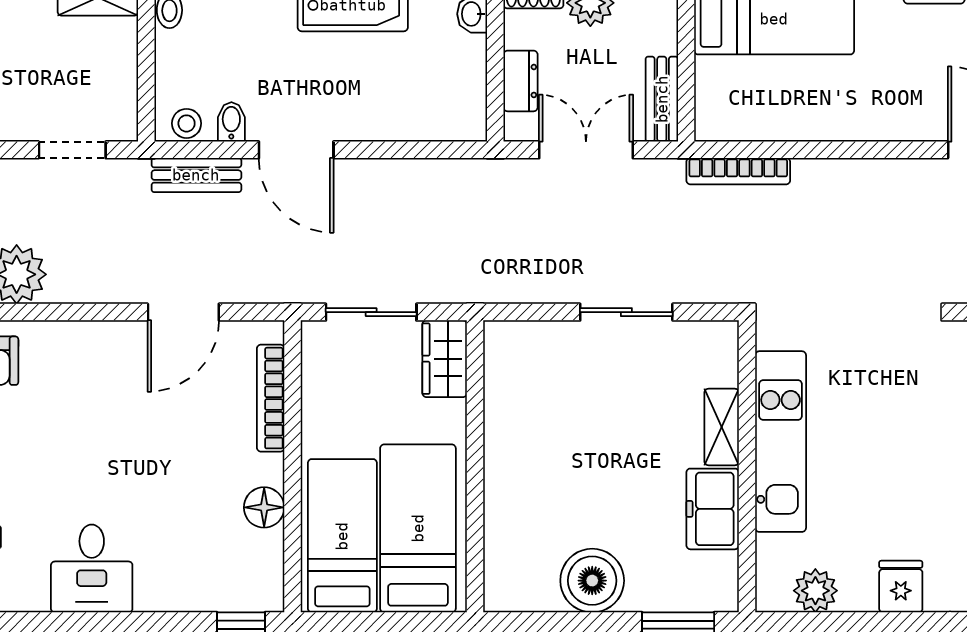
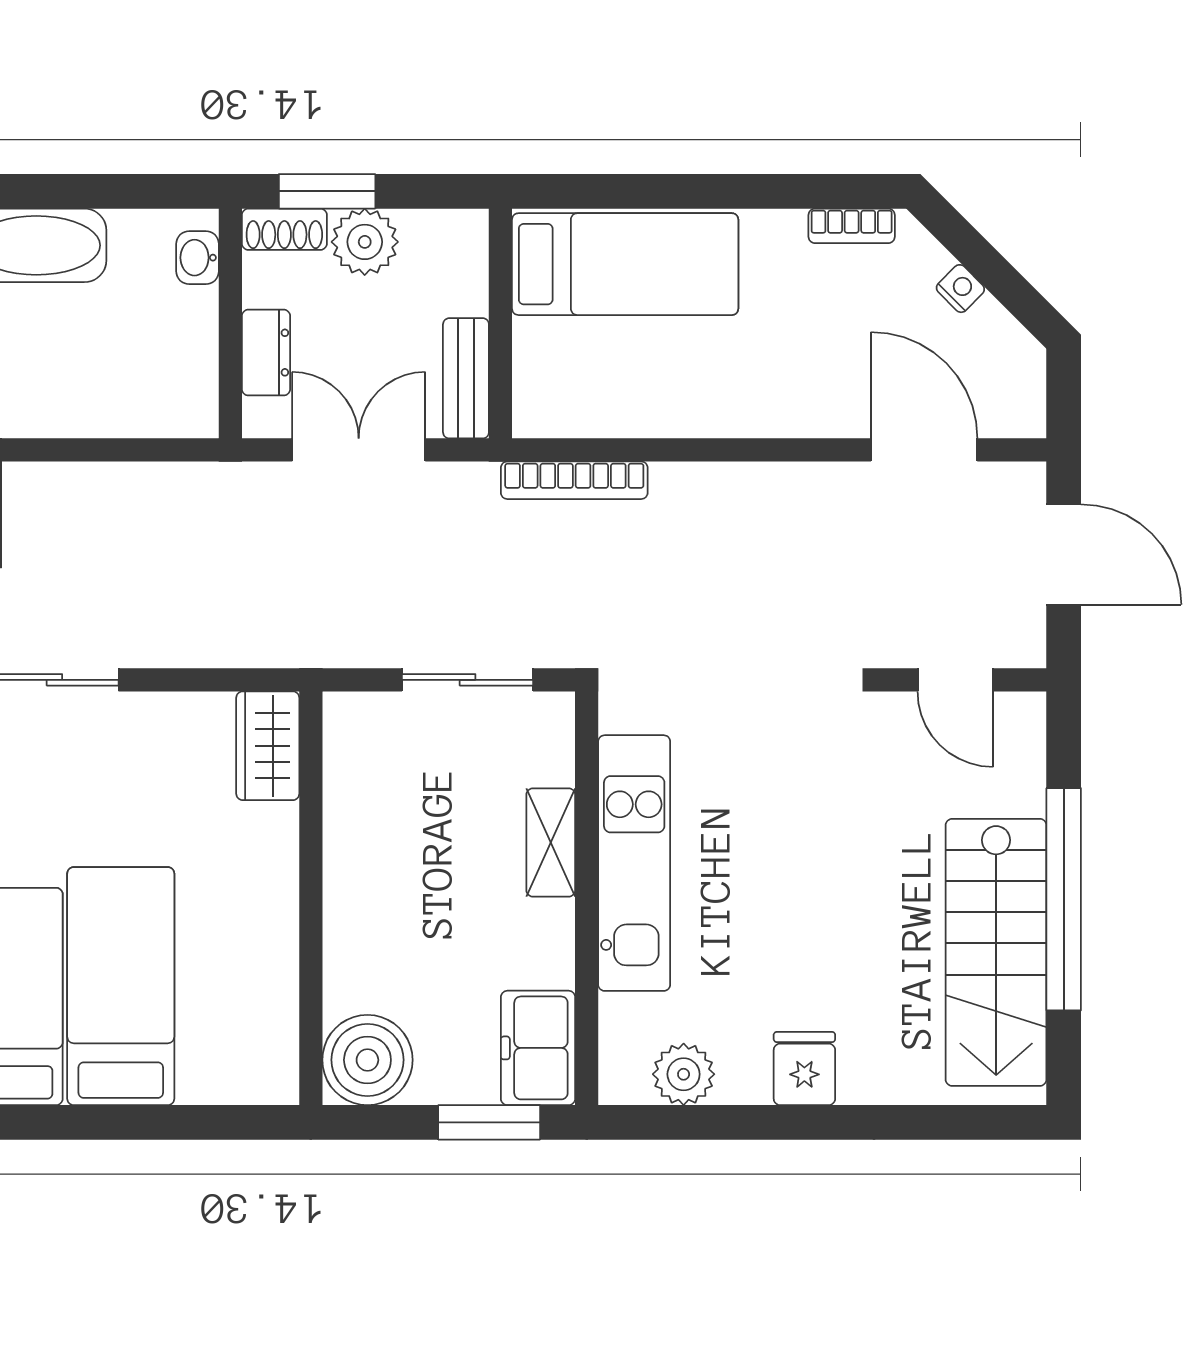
sliding door: (626, 312) -> (468, 680), moved
wardrobe: (445, 359) -> (268, 746), moved
wall: (475, 466) -> (311, 898), moved
freezer: (713, 509) -> (538, 1048), moved

